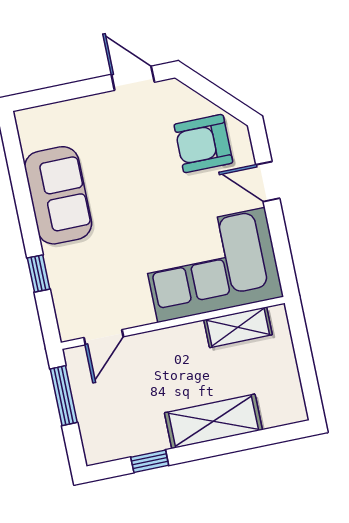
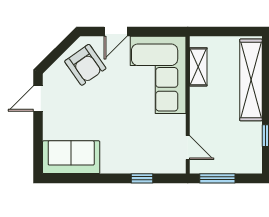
armchair: (203, 144) -> (85, 65), turned -35
sofa: (58, 195) -> (71, 157), moved
shelving: (213, 421) -> (251, 80), width x1.47

